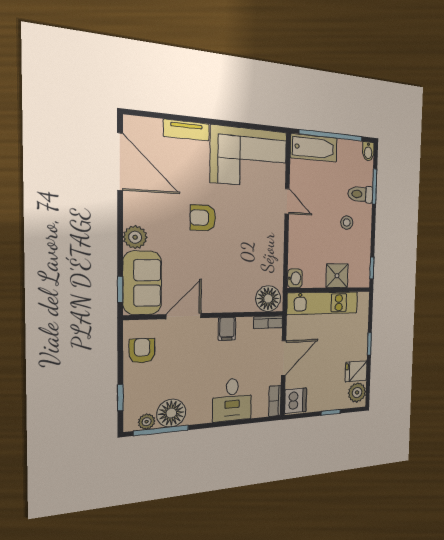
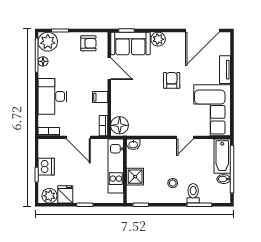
bidet: (368, 151) -> (224, 179), moved
desk: (232, 400) -> (52, 96), width x1.37
dishwasher: (296, 401) -> (46, 167), moved, turned -90
floor lamp: (171, 413) -> (43, 61), width x0.53, depth x0.53
plant: (147, 422) -> (48, 42), width x1.88, depth x1.88

